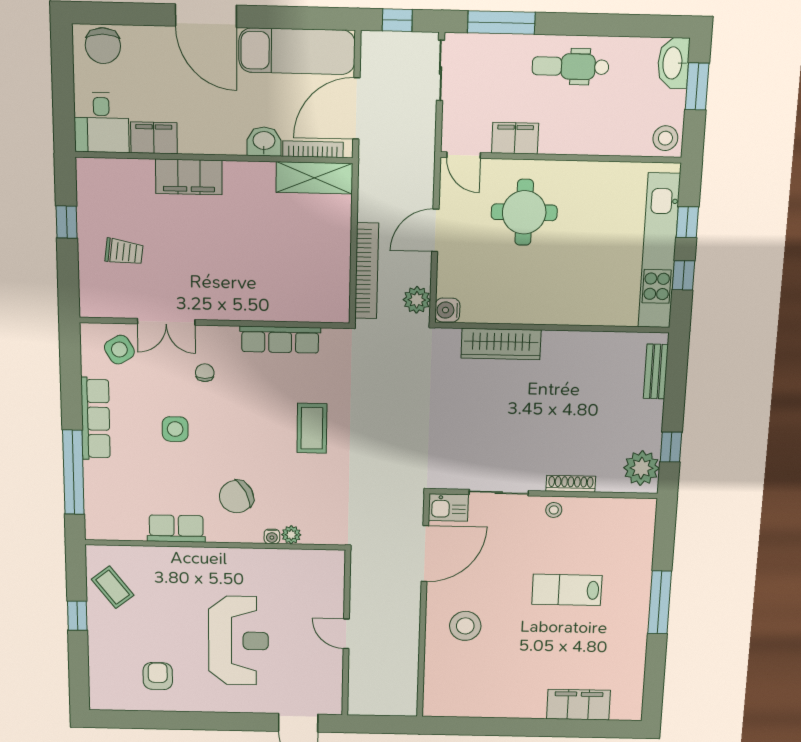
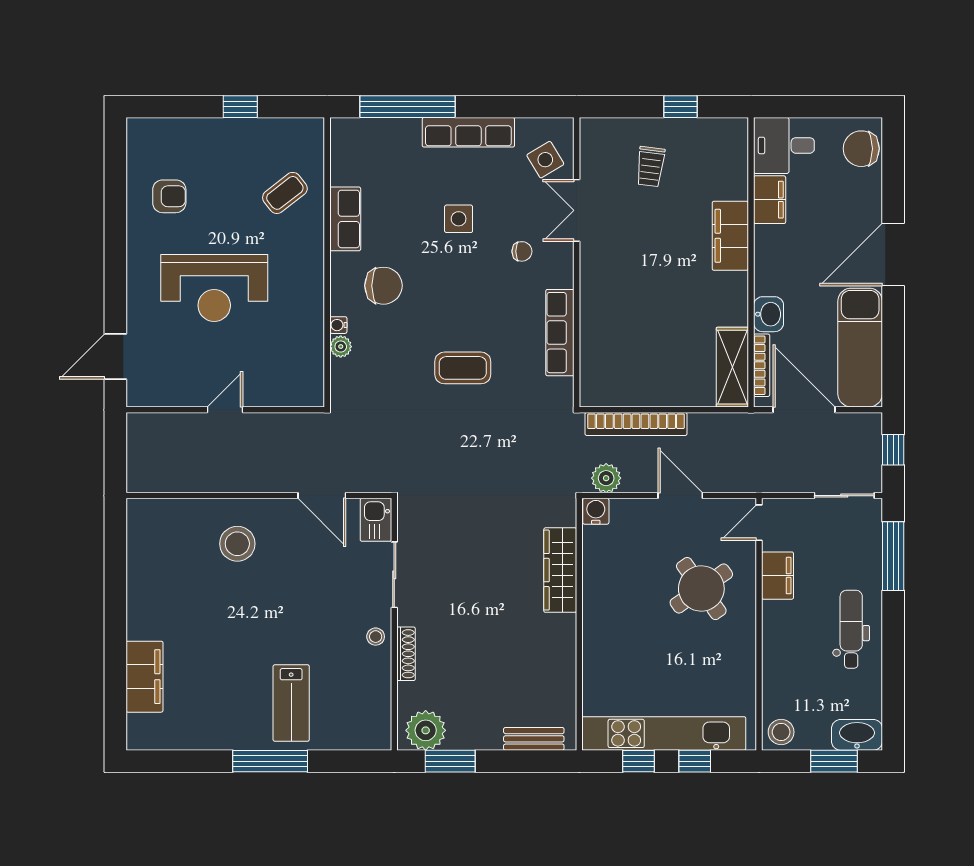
round table: (524, 212) -> (701, 589), turned -35
window: (671, 447) -> (450, 761), width x1.50
chair: (236, 497) -> (383, 286), turned 118
door: (425, 554) -> (322, 496), width x0.73
coffee table: (113, 587) -> (285, 193), moved
lab bench: (567, 590) -> (291, 703), moved, turned 180

